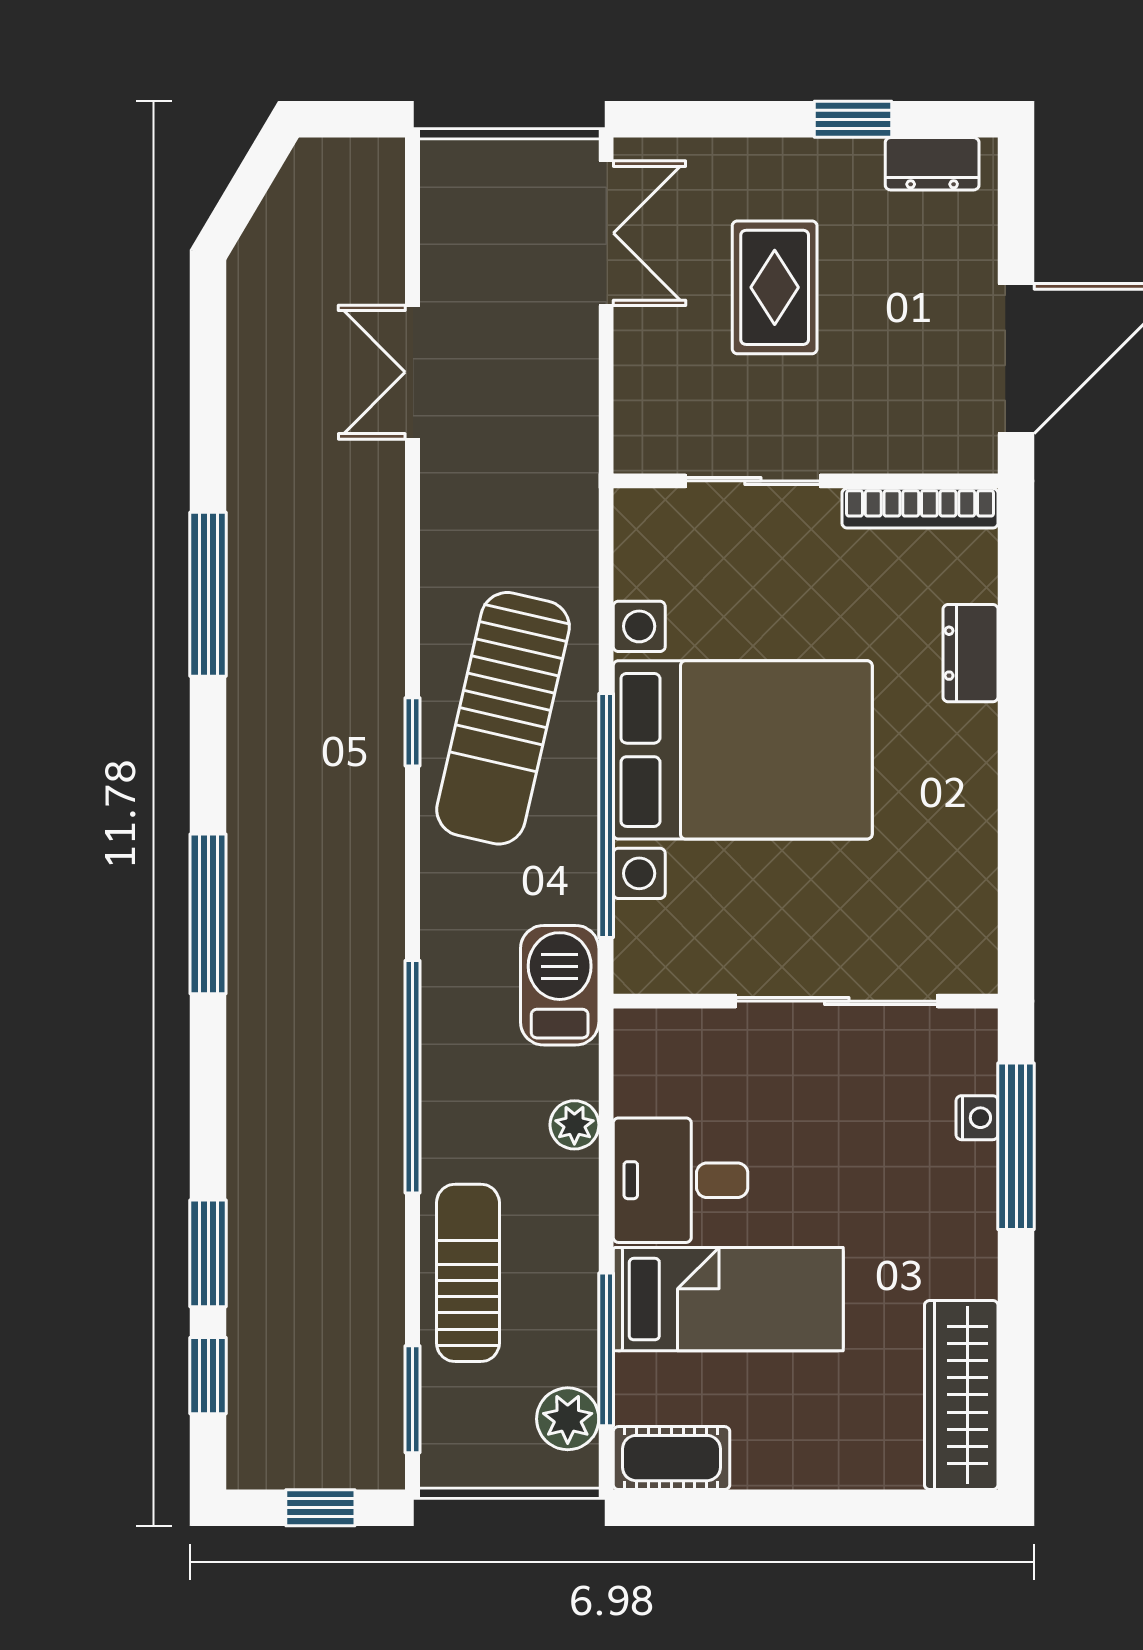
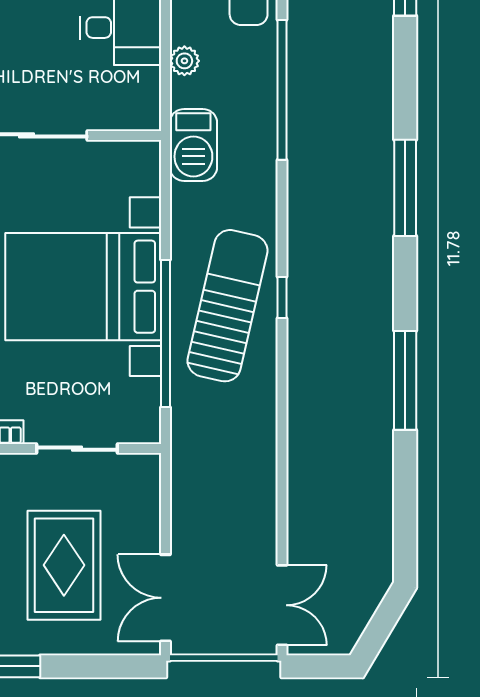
rug: (775, 287) -> (64, 565), width x1.36, depth x1.43
double door: (413, 372) -> (282, 605), moved
window: (606, 816) -> (165, 333), moved

